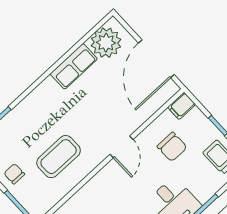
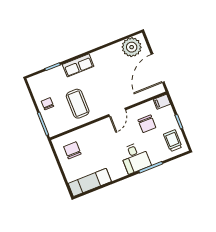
row of seats: (74, 66) -> (78, 65), moved
coffee table: (59, 157) -> (78, 104), turned 90

